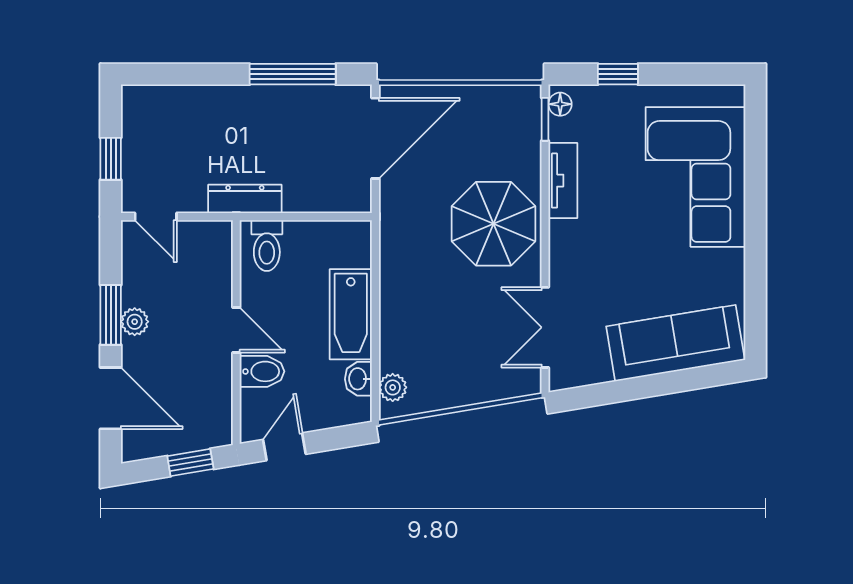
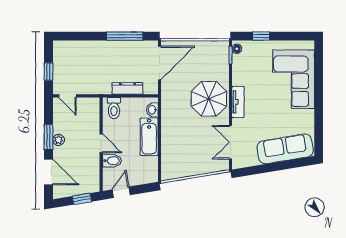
tv unit: (563, 181) -> (238, 102), moved
dresser: (245, 199) -> (128, 88), moved
washbasin: (358, 379) -> (152, 110), moved
plant: (393, 387) -> (167, 167), removed

